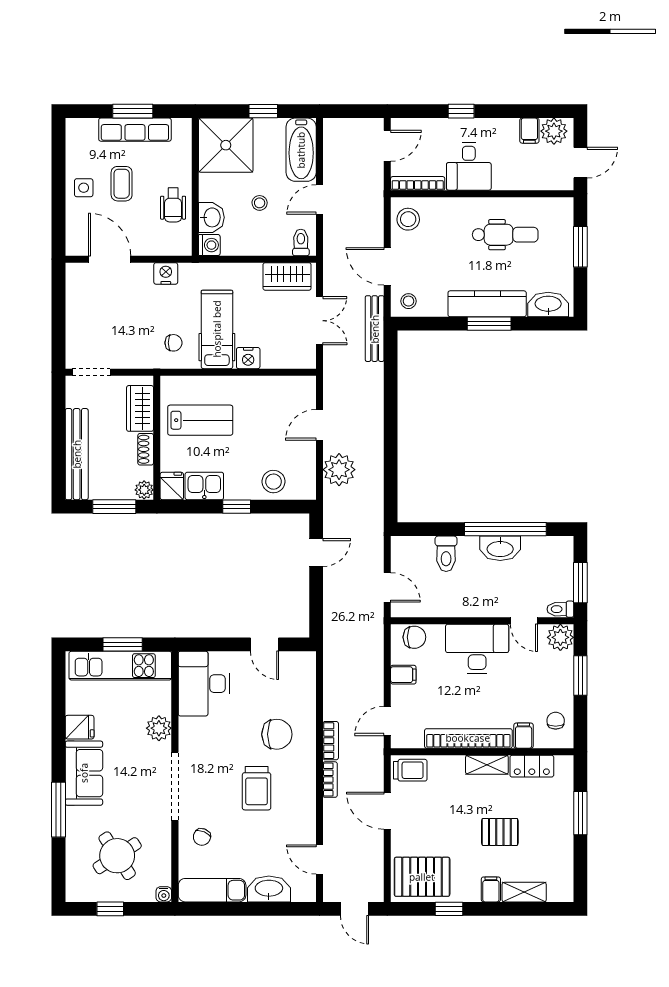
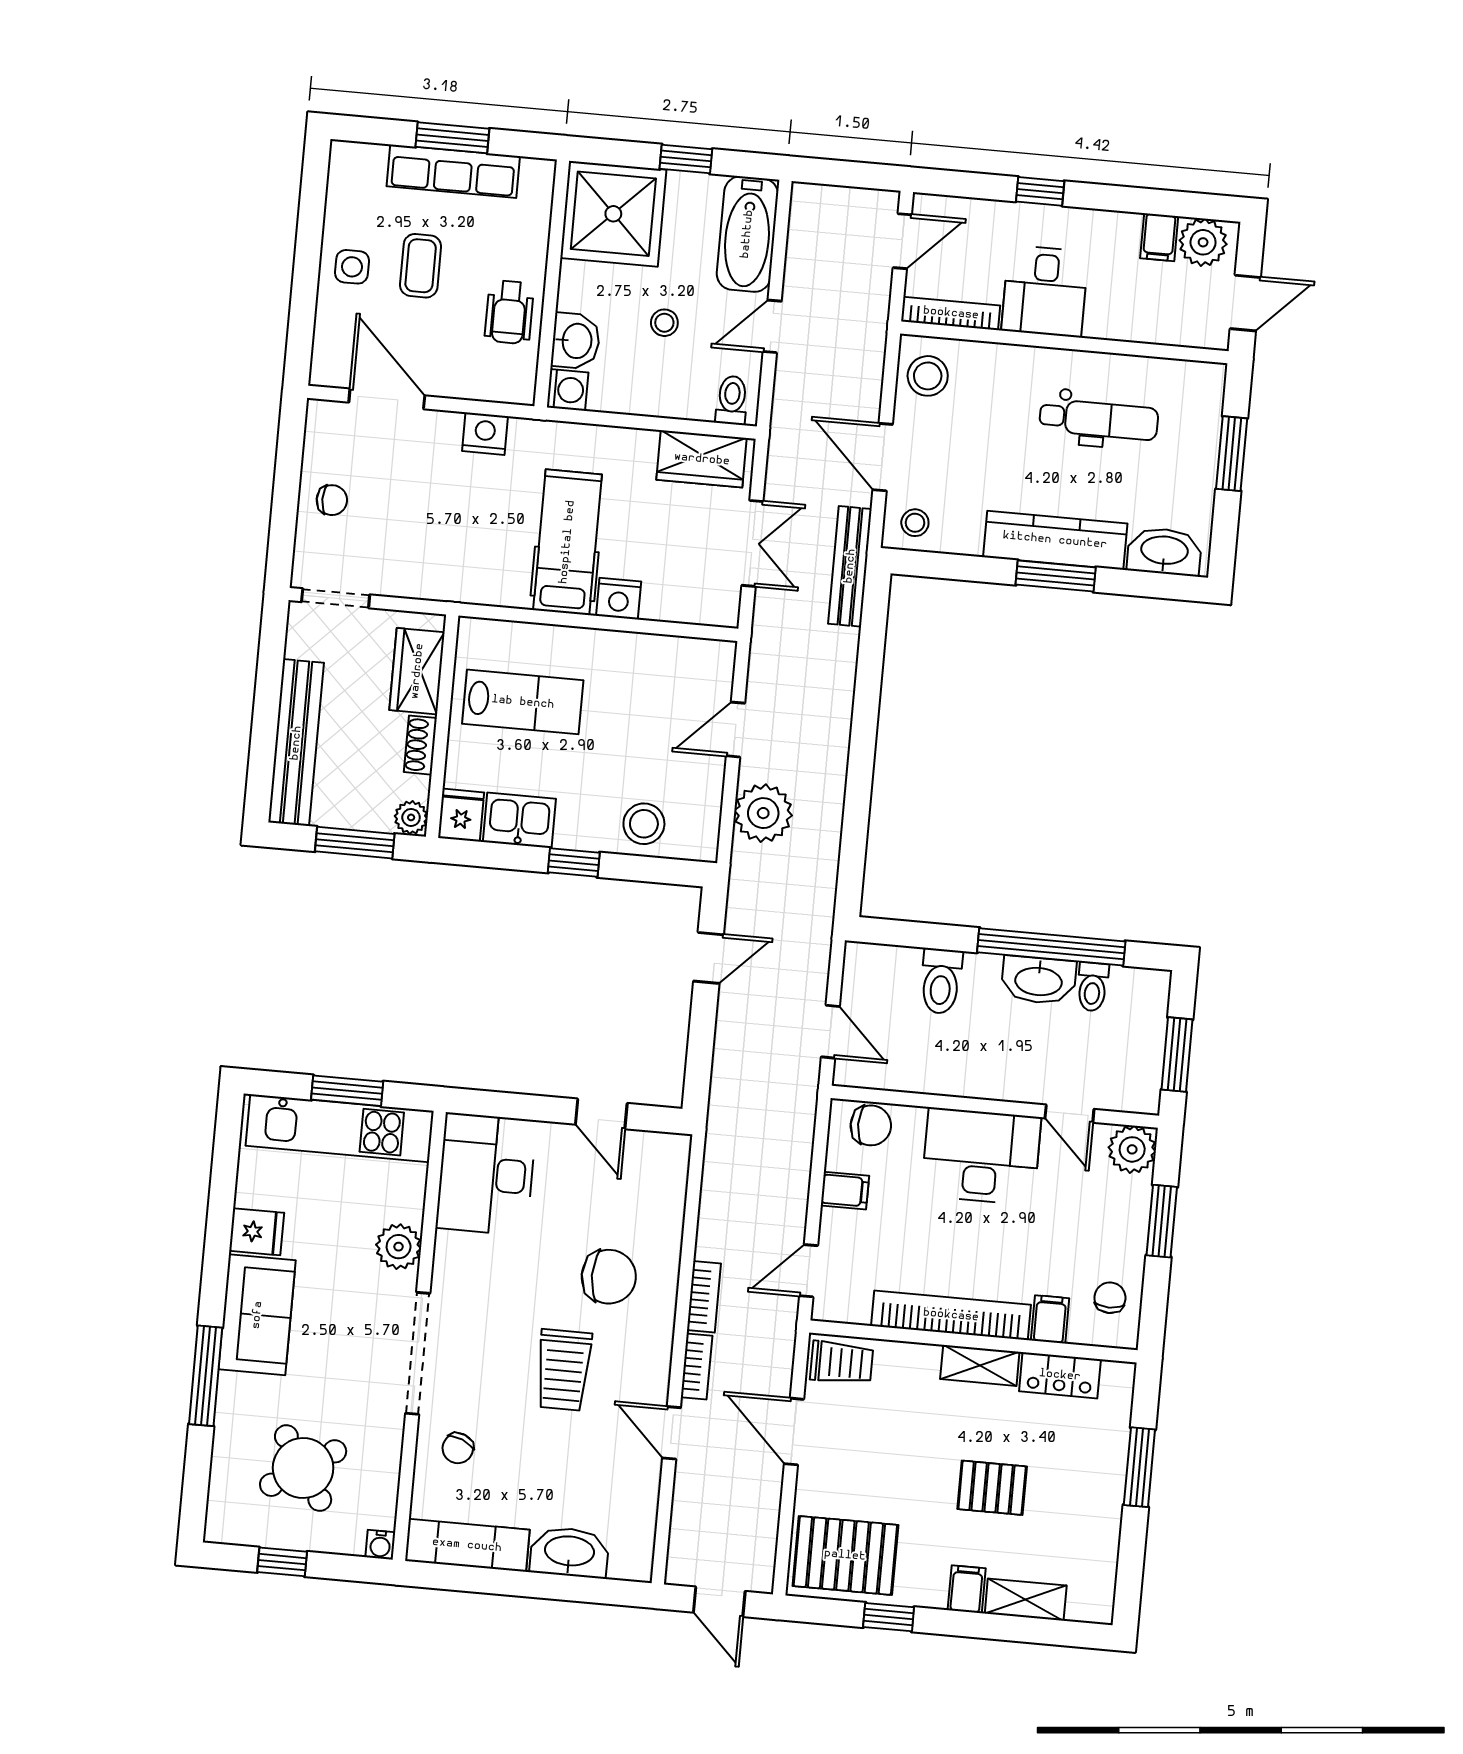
chair: (173, 343) -> (332, 500), moved
toilet: (560, 609) -> (1093, 987), moved, turned -90
door: (319, 860) -> (671, 1433), moved

